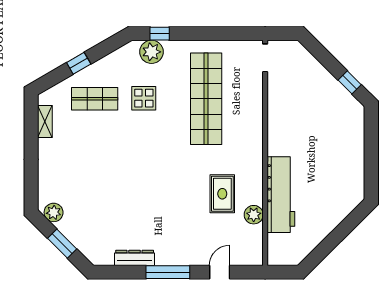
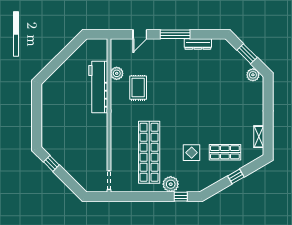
plant: (151, 52) -> (171, 184), moved

